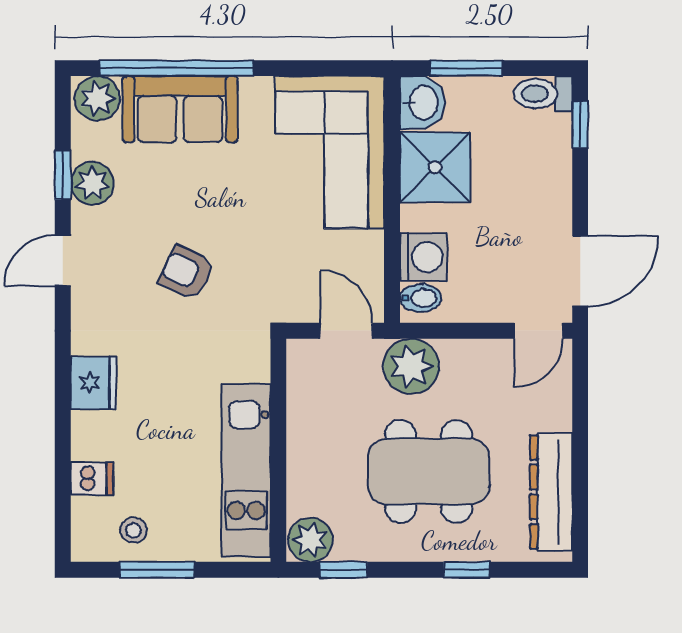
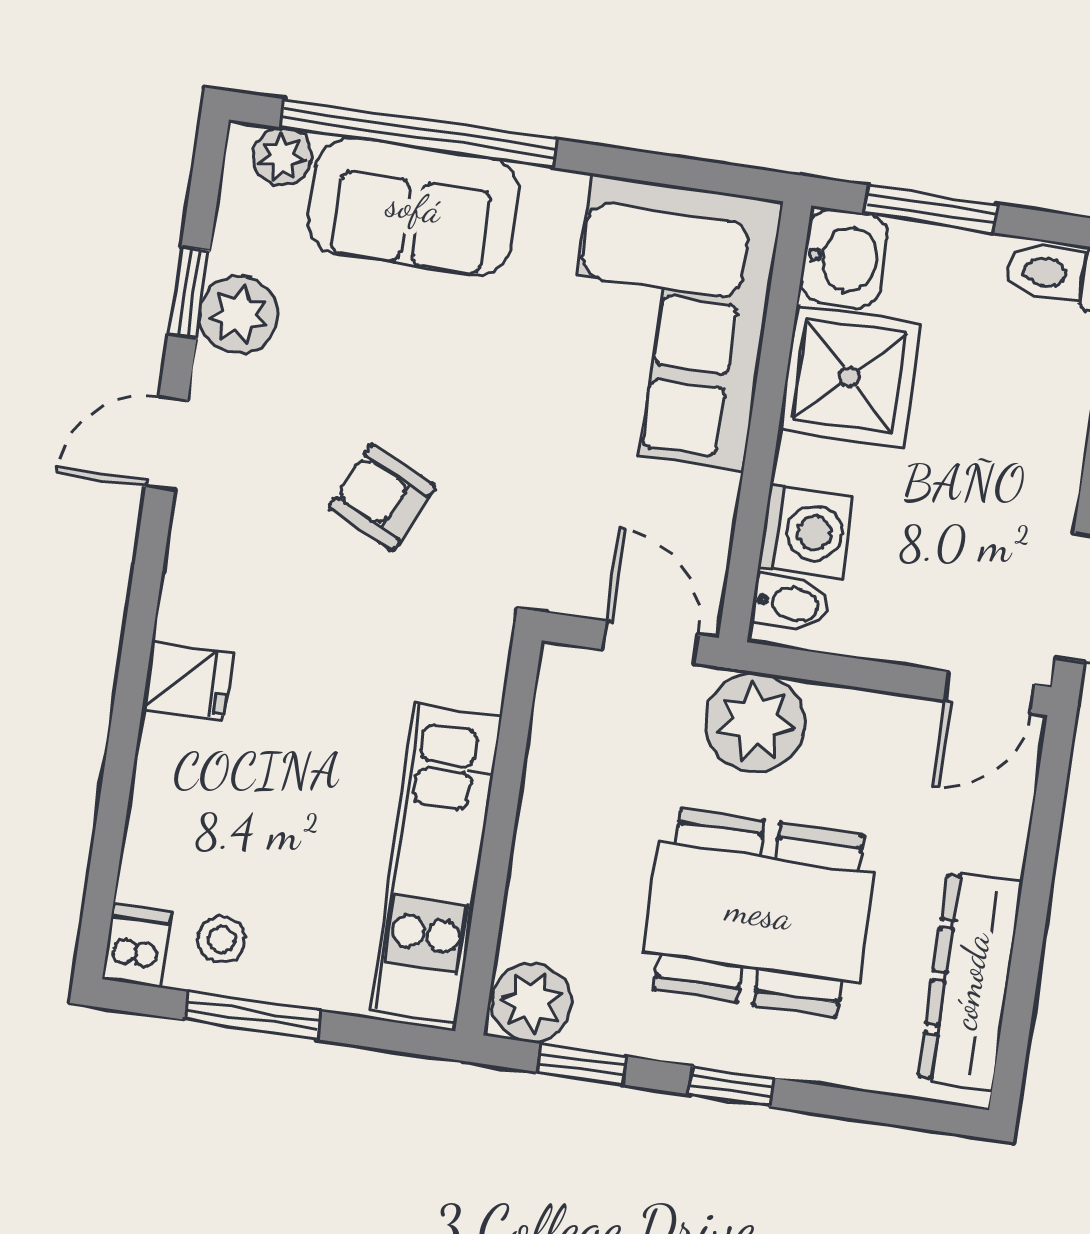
plant: (97, 98) -> (282, 157), width x0.73, depth x0.73
fridge: (94, 383) -> (187, 681), width x0.72
dishwasher: (92, 479) -> (137, 946), moved, turned -90
window: (467, 570) -> (731, 1086), moved

